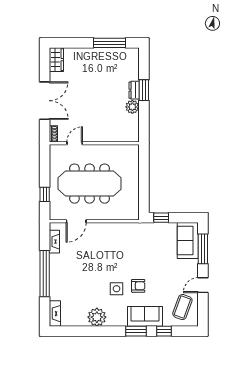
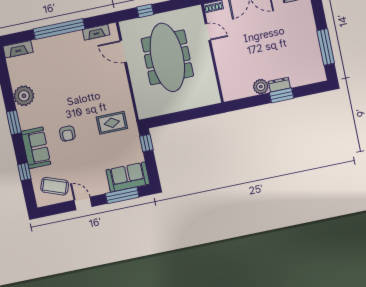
rug: (137, 244) -> (112, 123), added
side table: (117, 289) -> (59, 111), removed
window: (136, 331) -> (14, 122), moved

